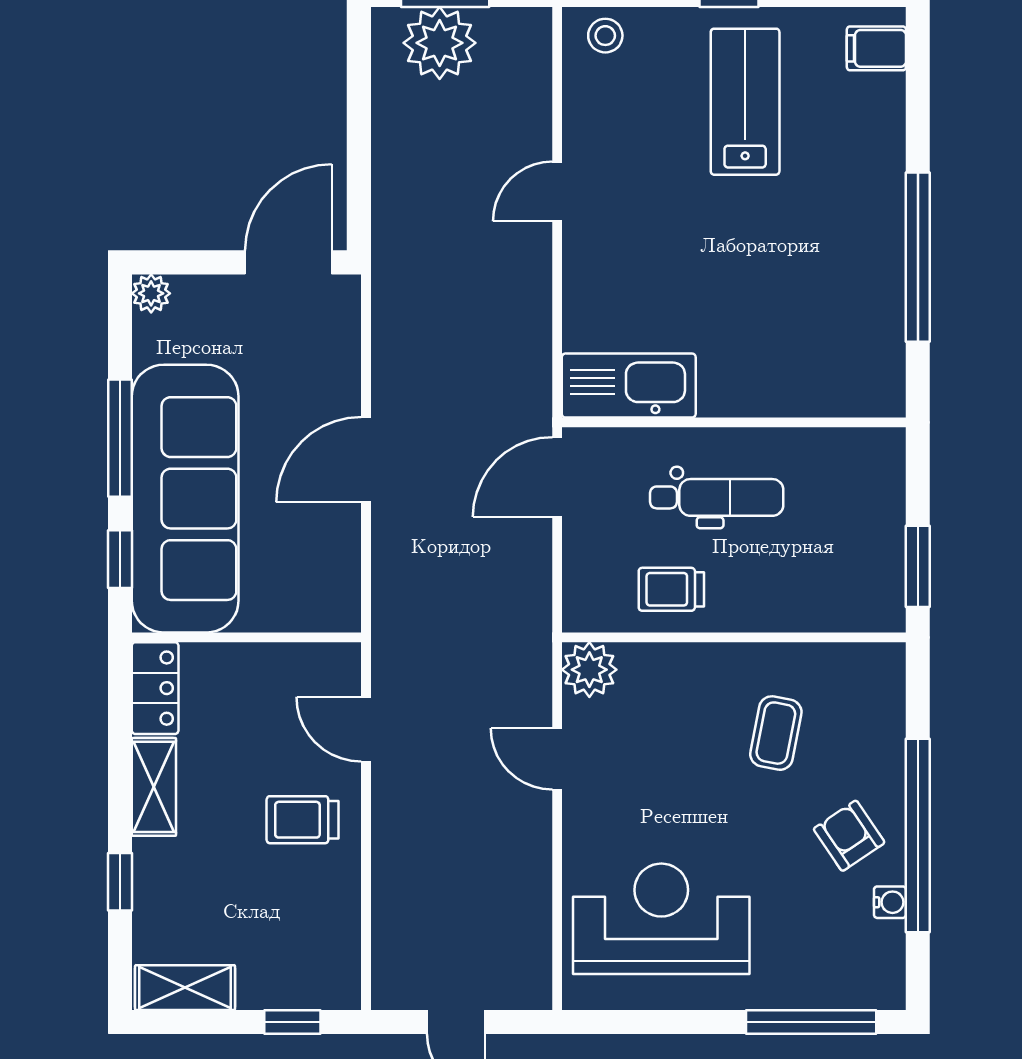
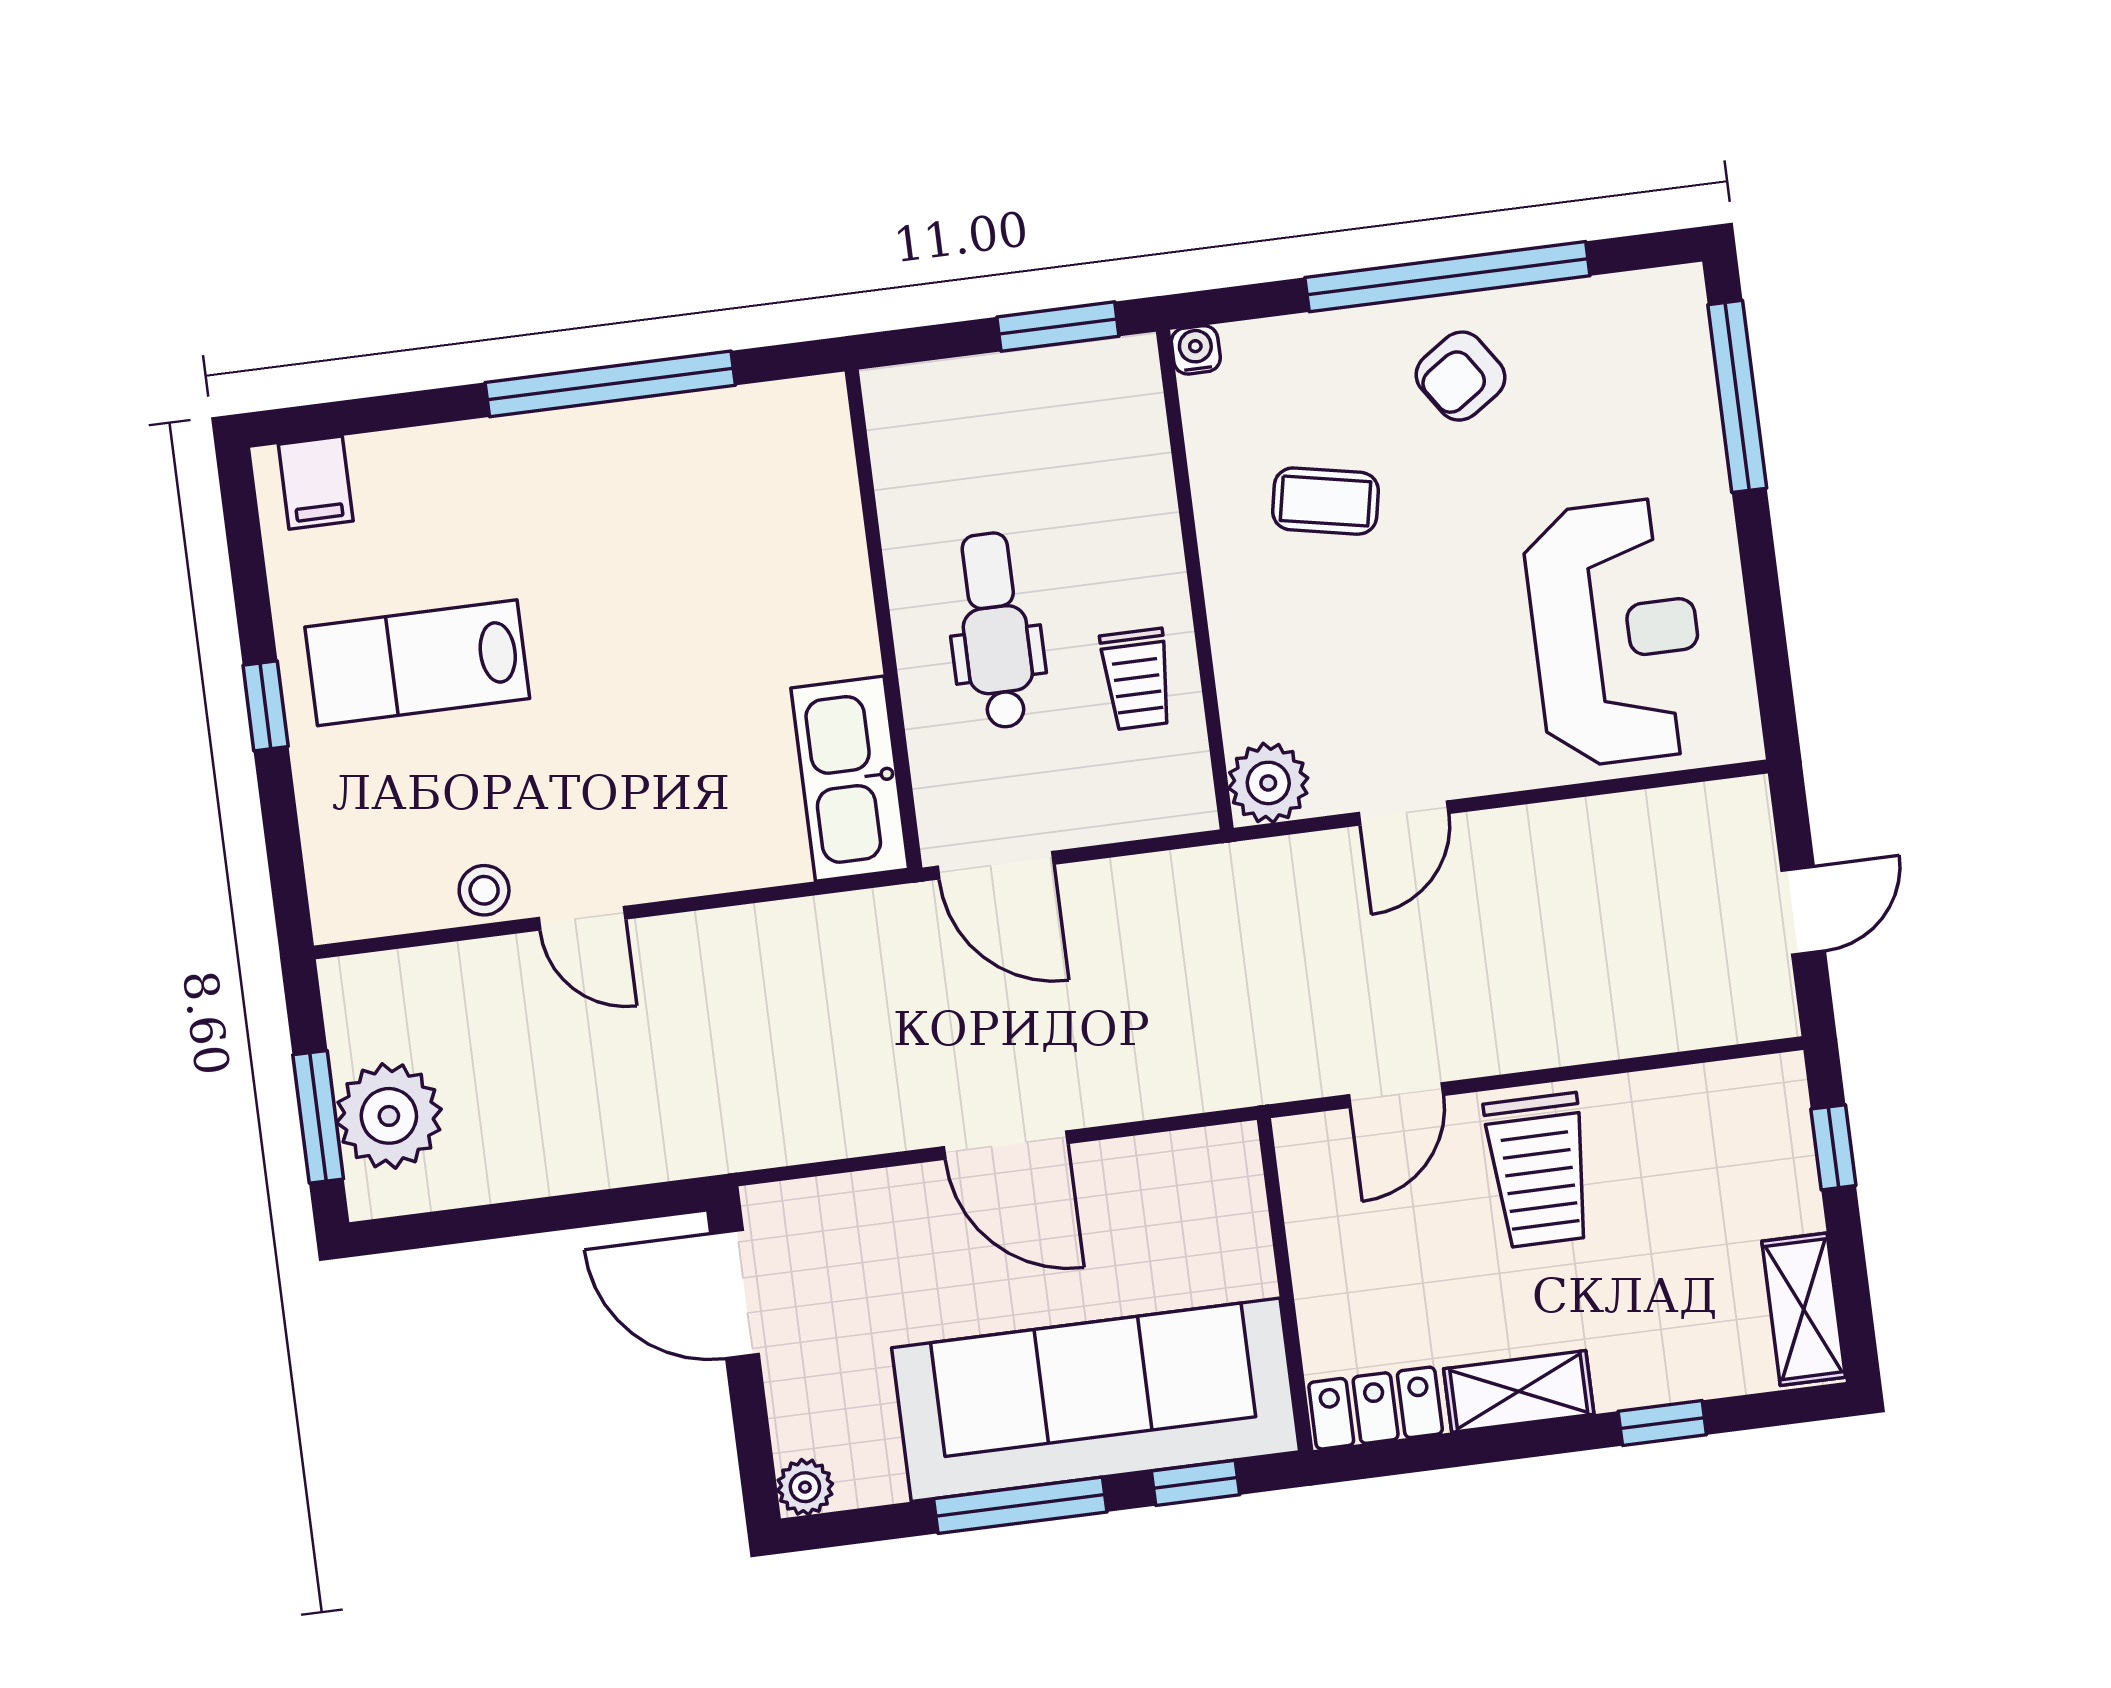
stool: (605, 36) -> (484, 890), moved
trolley: (302, 820) -> (1539, 1170), width x1.36, depth x1.39
water cooler: (890, 902) -> (1196, 350), moved
reception desk: (661, 919) -> (1616, 633), turned 180

